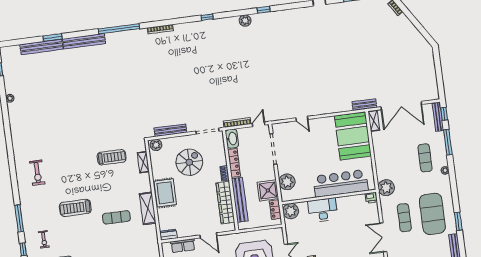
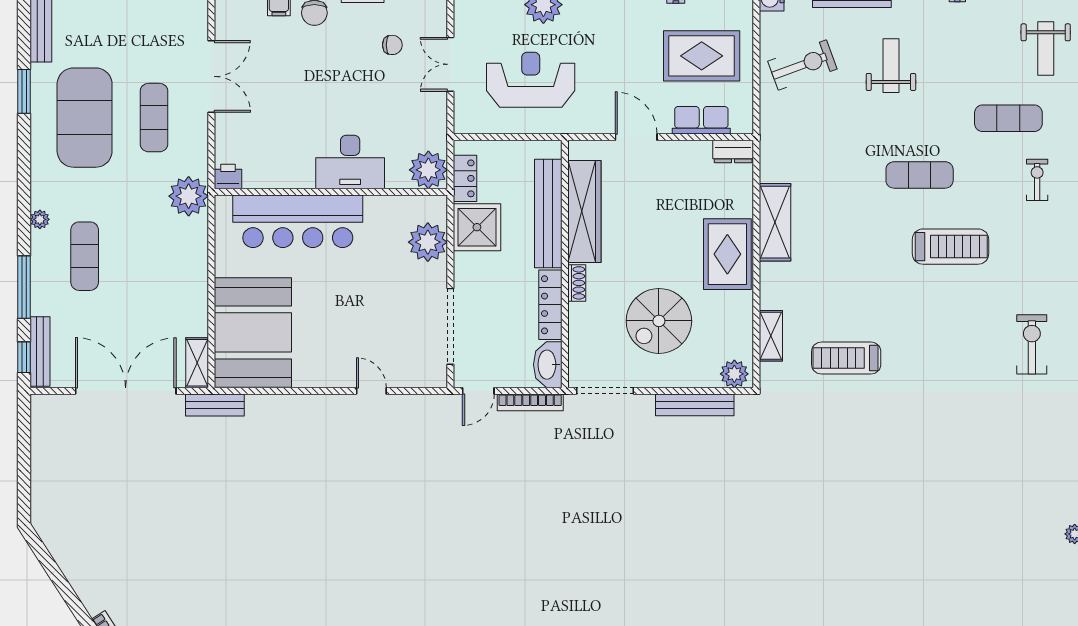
exercise mat: (116, 217) -> (920, 175), moved

